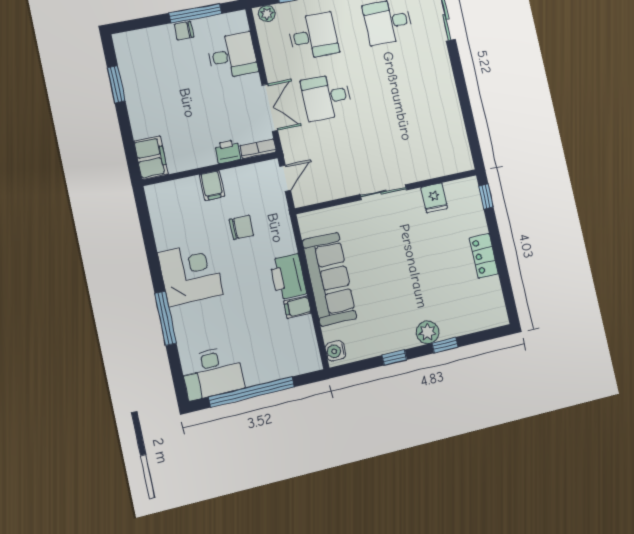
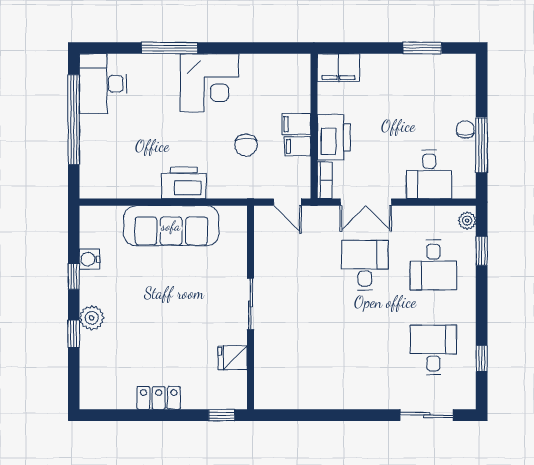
printer: (228, 152) -> (334, 137), width x1.87, depth x1.48
filing cabinet: (297, 307) -> (298, 146), moved, turned -90
water cooler: (335, 351) -> (89, 259), moved, turned -90

